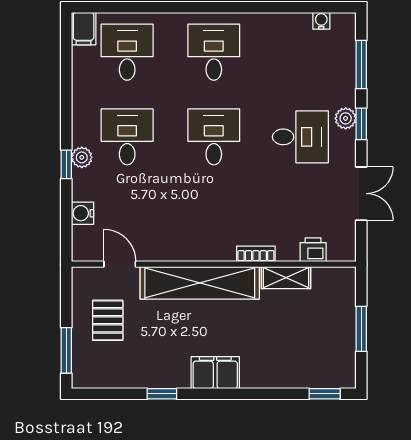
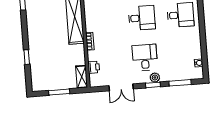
desk: (300, 137) -> (145, 58), turned 180
shelving: (286, 278) -> (82, 77), moved
filing cabinet: (215, 373) -> (34, 27), removed
window: (325, 394) -> (27, 57), moved

